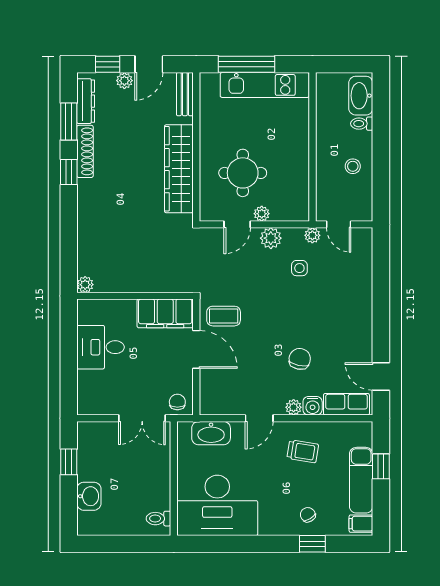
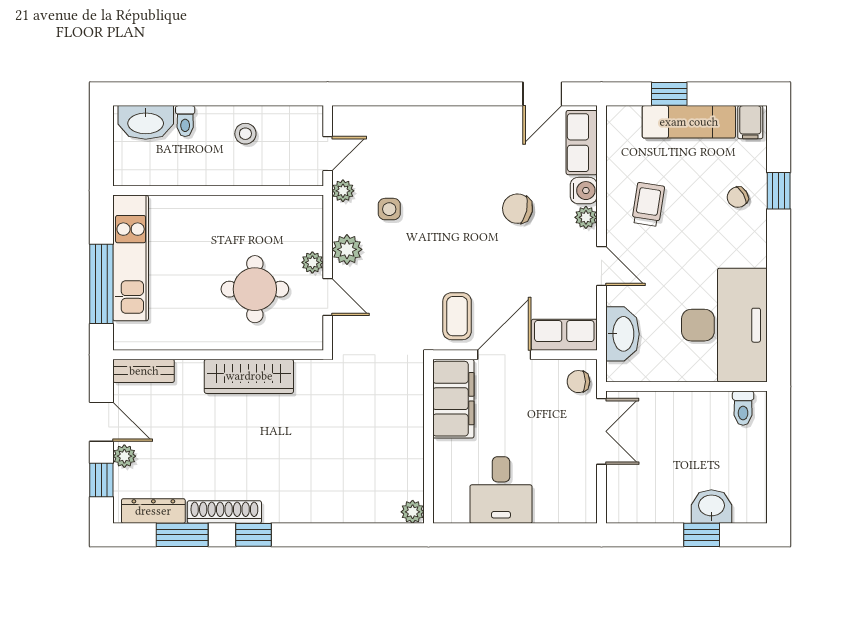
wardrobe: (179, 169) -> (249, 376), width x0.71, depth x0.85
row of seats: (210, 392) -> (564, 335), added
window: (69, 462) -> (702, 535), moved

